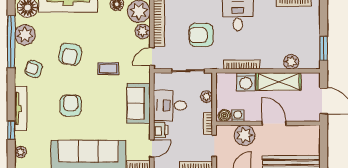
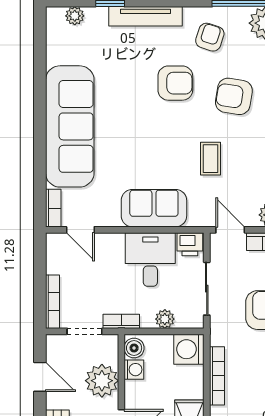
washing machine: (246, 82) -> (189, 349), moved
armchair: (71, 106) -> (175, 83), moved
printer: (161, 130) -> (190, 244), moved

